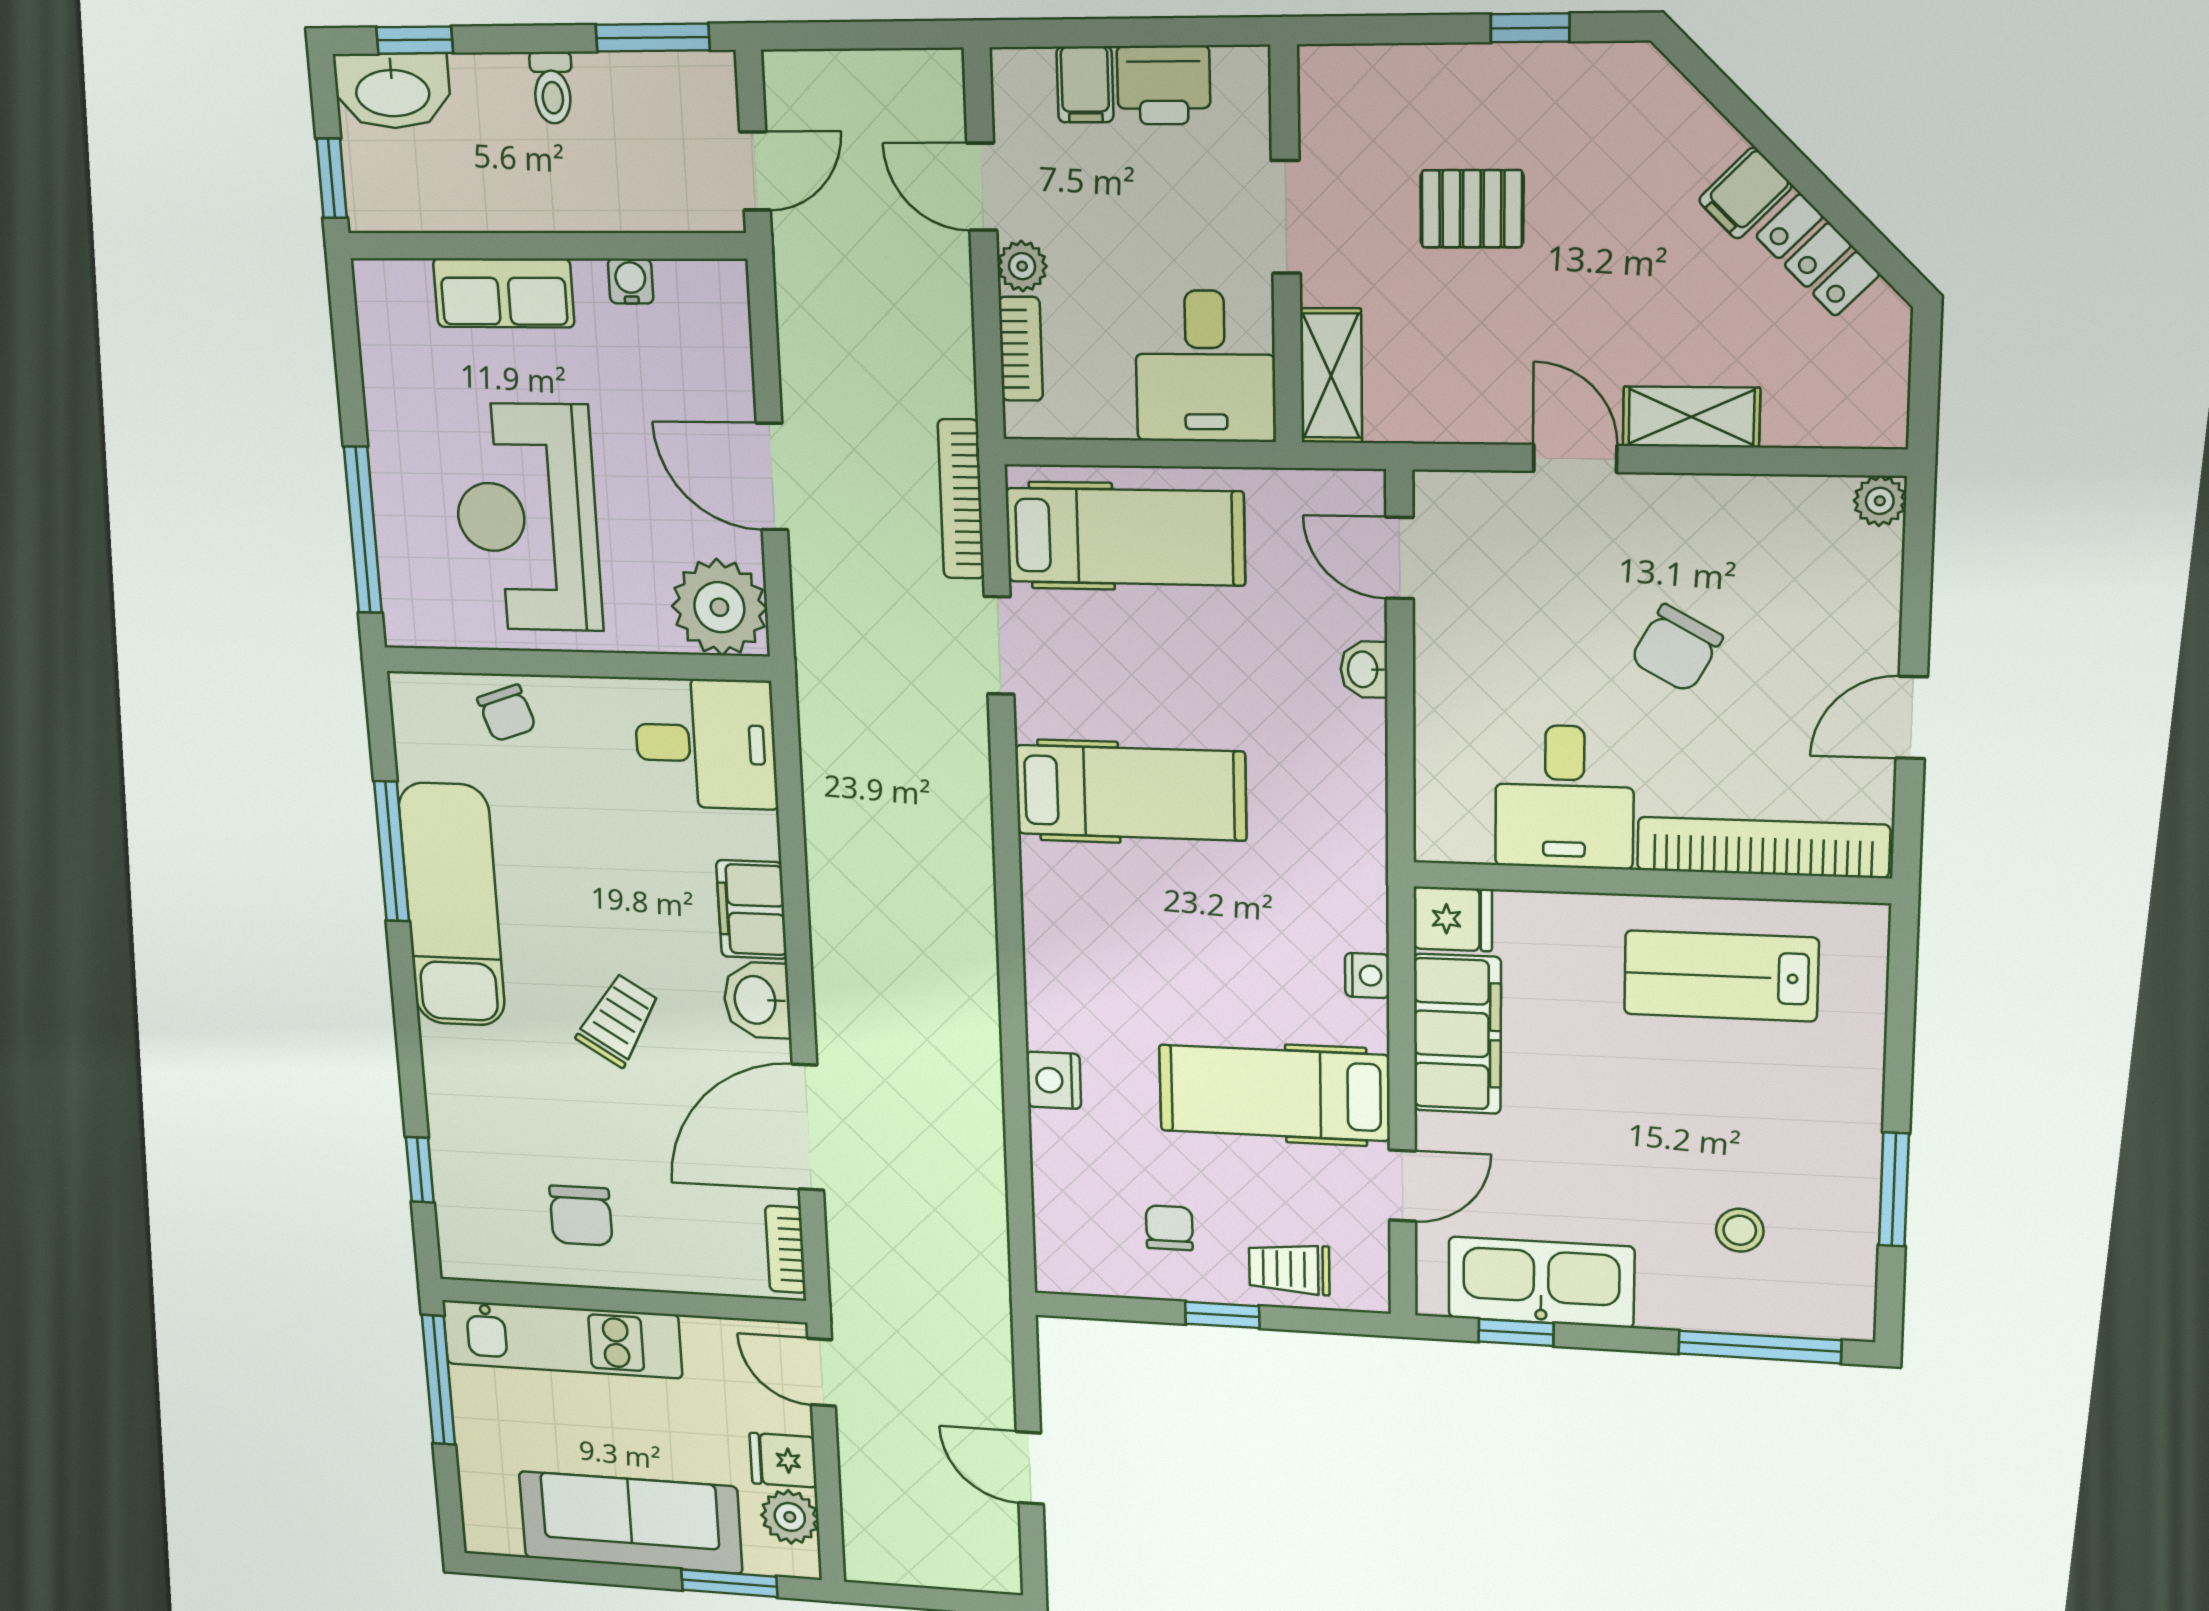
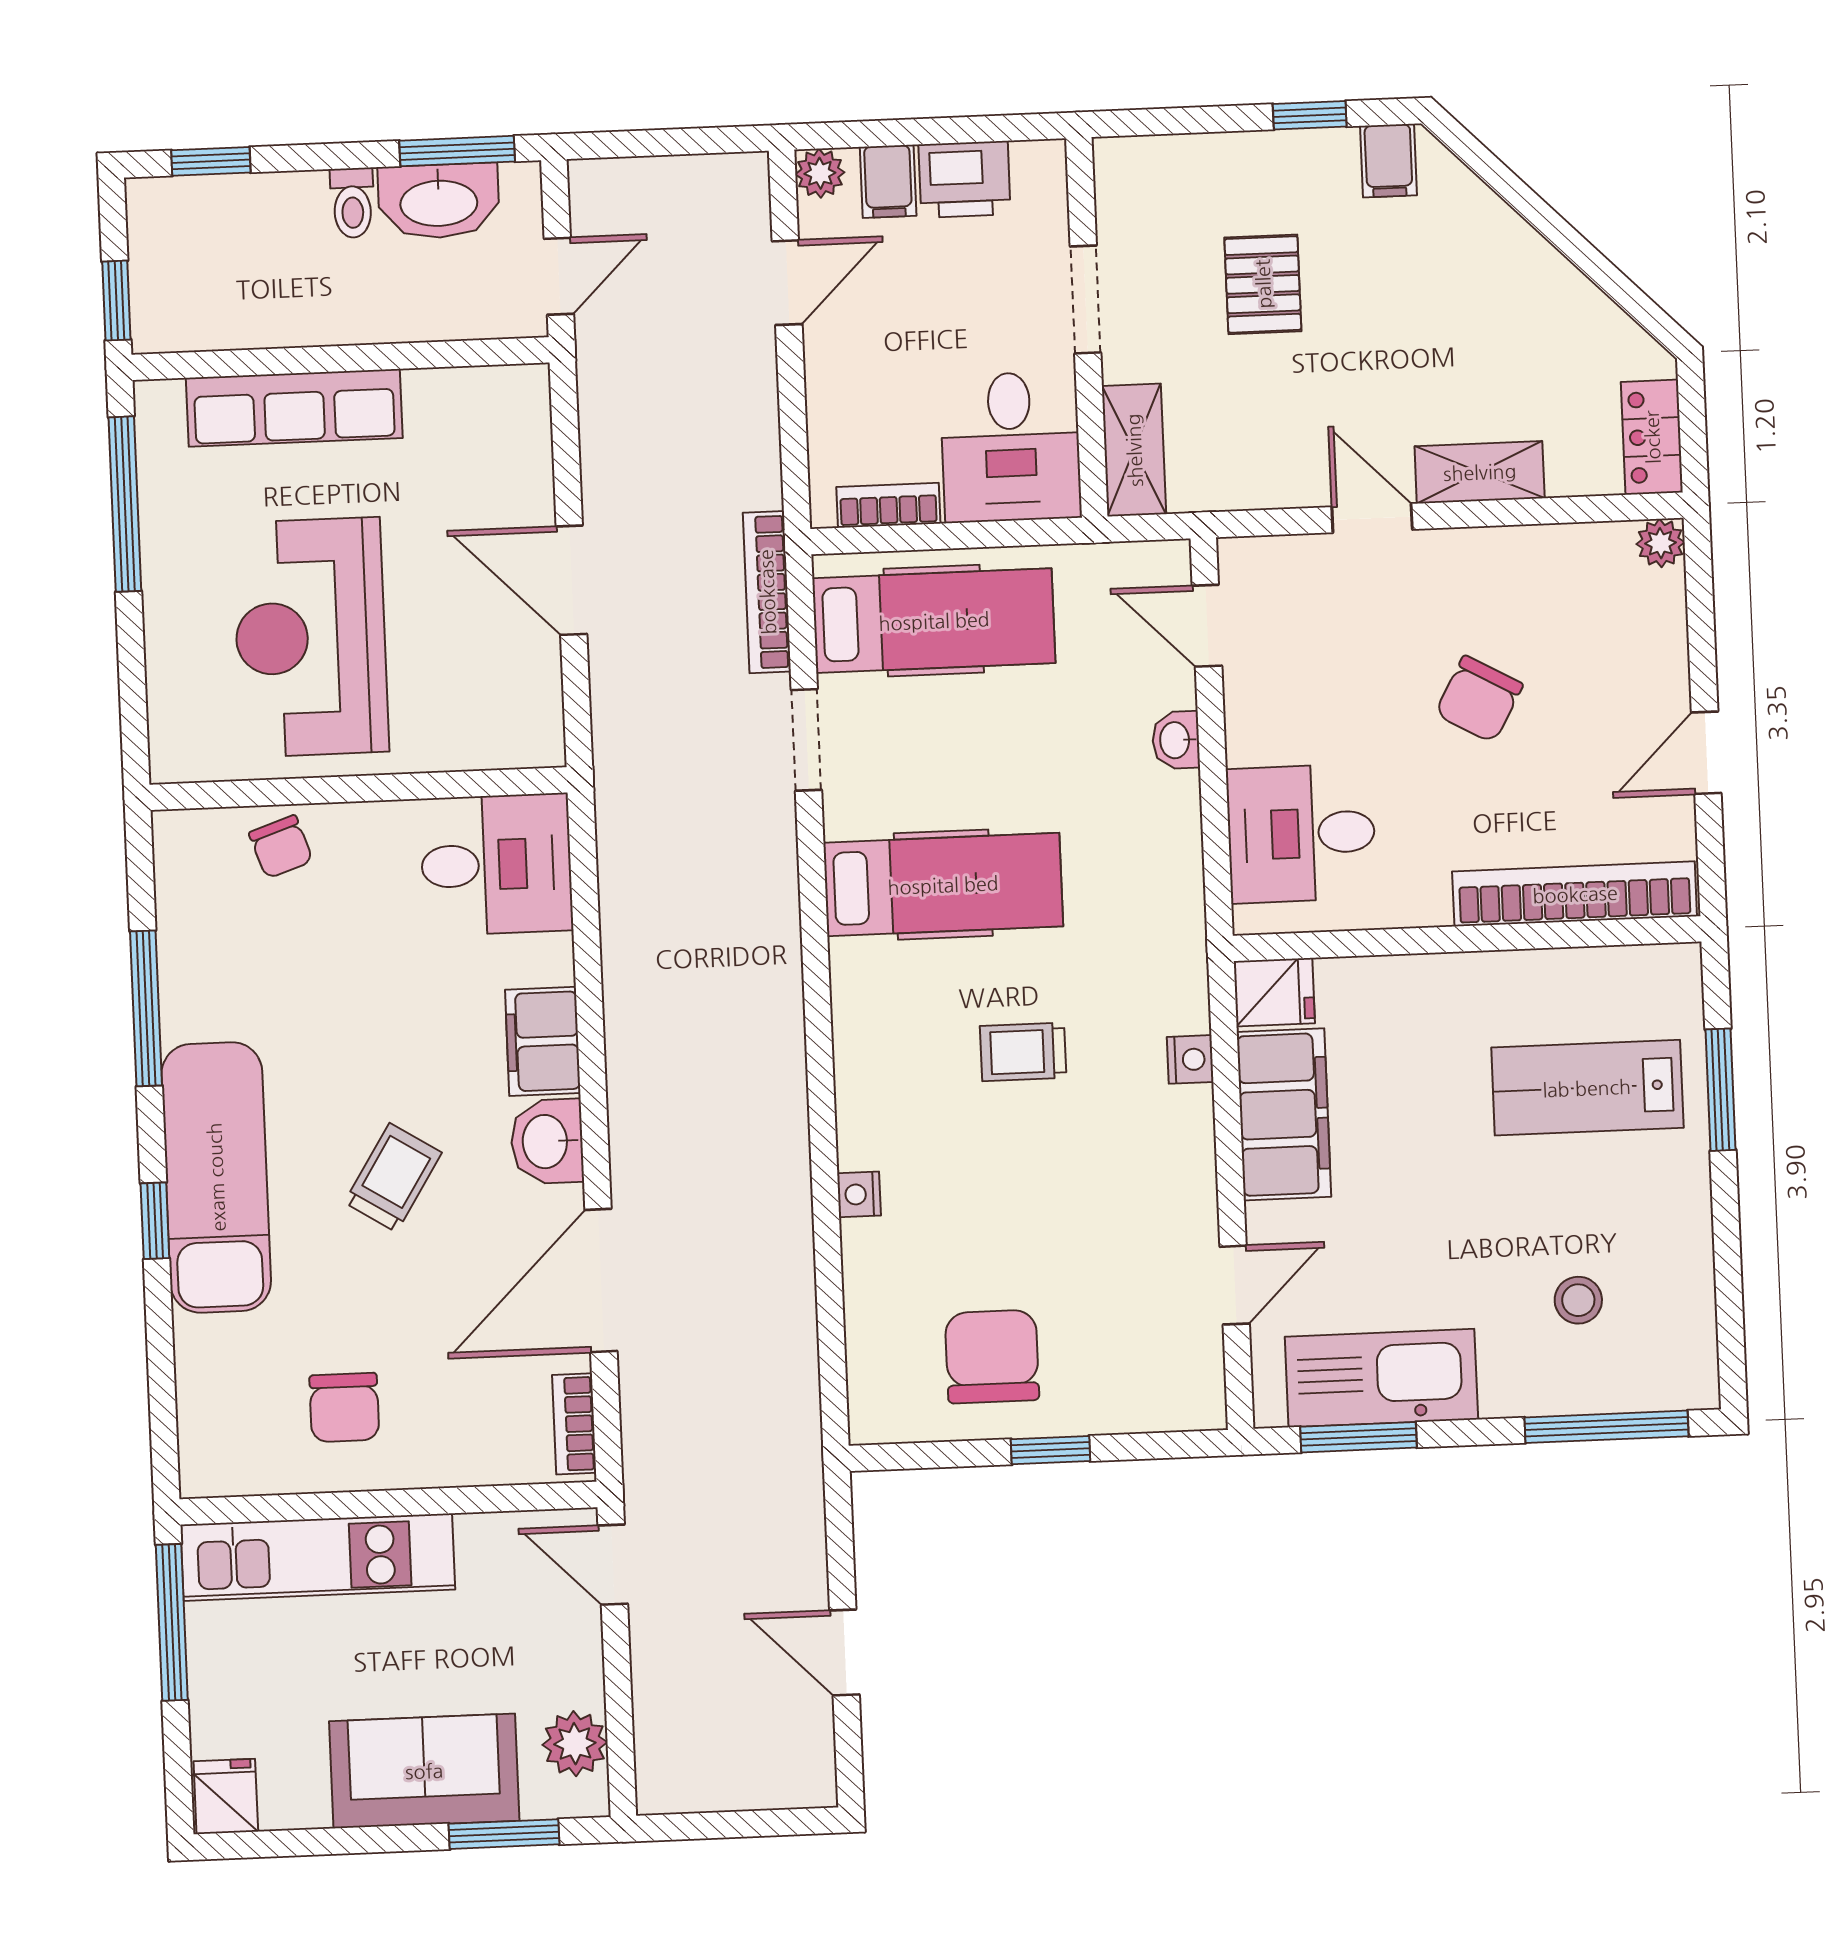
washbasin: (392, 91) -> (439, 201), moved
door: (982, 187) -> (787, 283), swing flipped
filing cabinet: (1745, 193) -> (1389, 161), moved, turned -45
pallet: (1472, 209) -> (1263, 284), turned 90
locker: (1818, 255) -> (1652, 437), moved, turned 45
plant: (1022, 266) -> (820, 173), moved
water cooler: (631, 281) -> (428, 390), removed
row of seats: (504, 293) -> (294, 408), width x1.48
bookcase: (1021, 349) -> (888, 505), moved, turned -90
window: (363, 530) -> (125, 504), moved
plant: (719, 607) -> (514, 719), removed
desk: (1564, 797) -> (1301, 833), moved, turned 90
exam couch: (452, 905) -> (216, 1177), moved
lab bench: (1721, 976) -> (1587, 1088), moved
nightstand: (1054, 1080) -> (859, 1194), width x0.72, depth x0.74
hospital bed: (1274, 1093) -> (1099, 1195), removed
window: (420, 1170) -> (155, 1221), moved
window: (1894, 1189) -> (1720, 1090), moved
chair: (1169, 1228) -> (992, 1357), width x1.87, depth x1.87
trolley: (1289, 1269) -> (1023, 1052), moved
window: (1516, 1332) -> (1358, 1437), width x1.50
fridge: (783, 1460) -> (226, 1796), moved, turned 90
sofa: (631, 1522) -> (424, 1771), width x0.73

